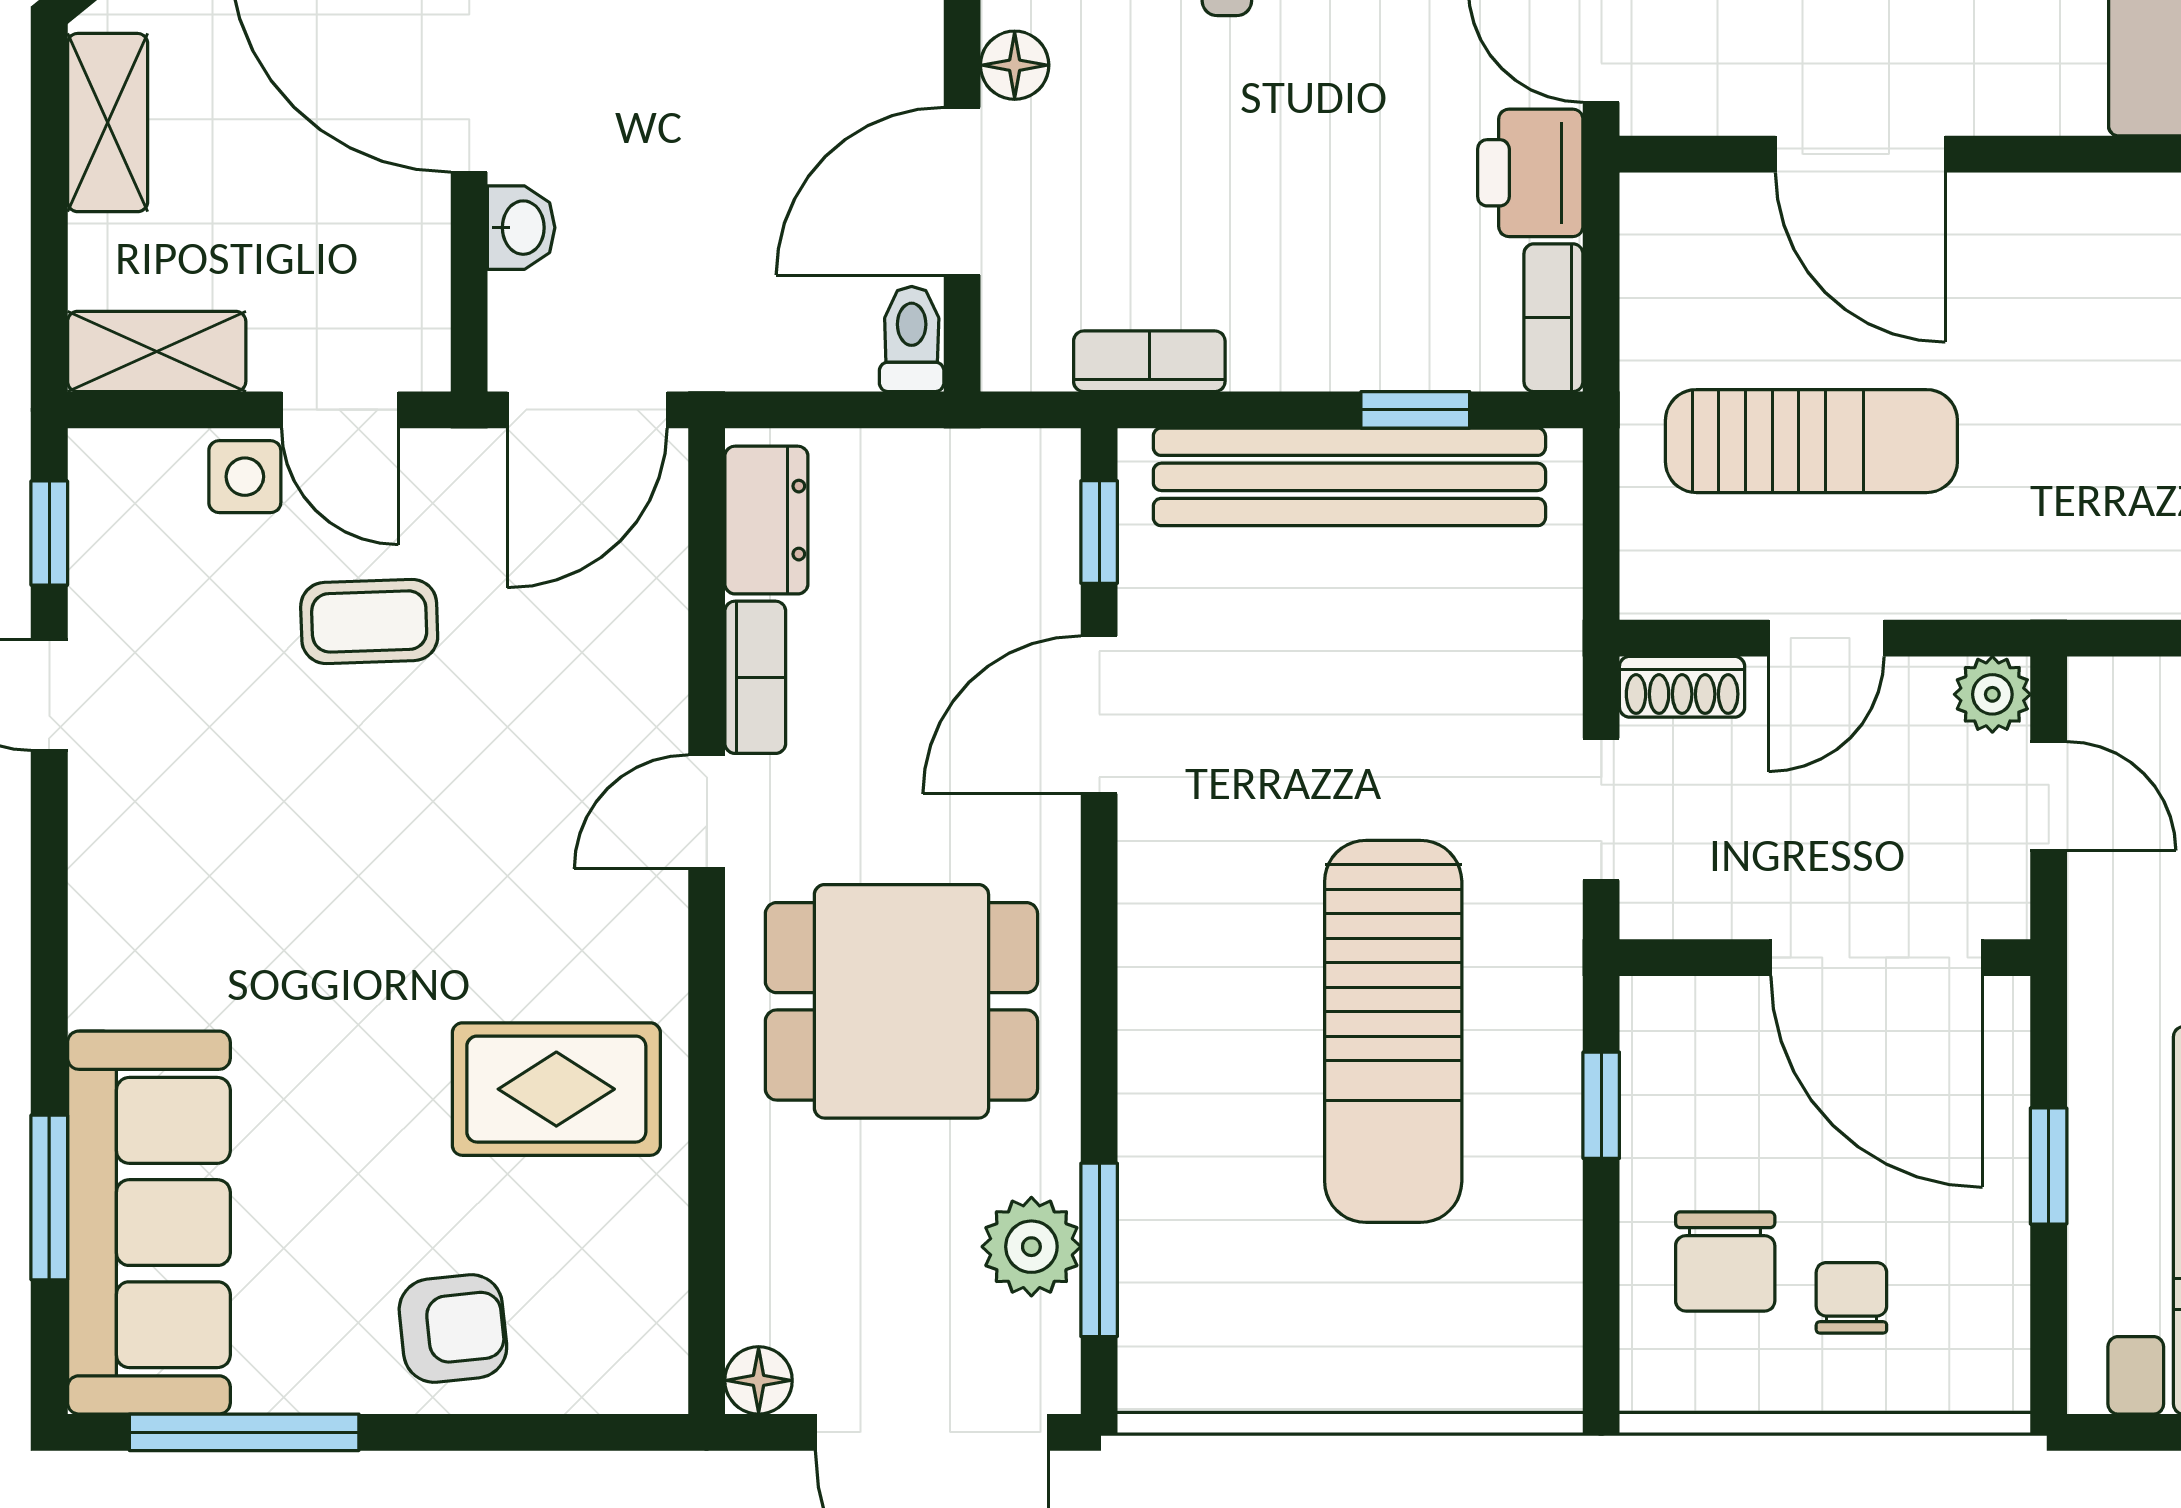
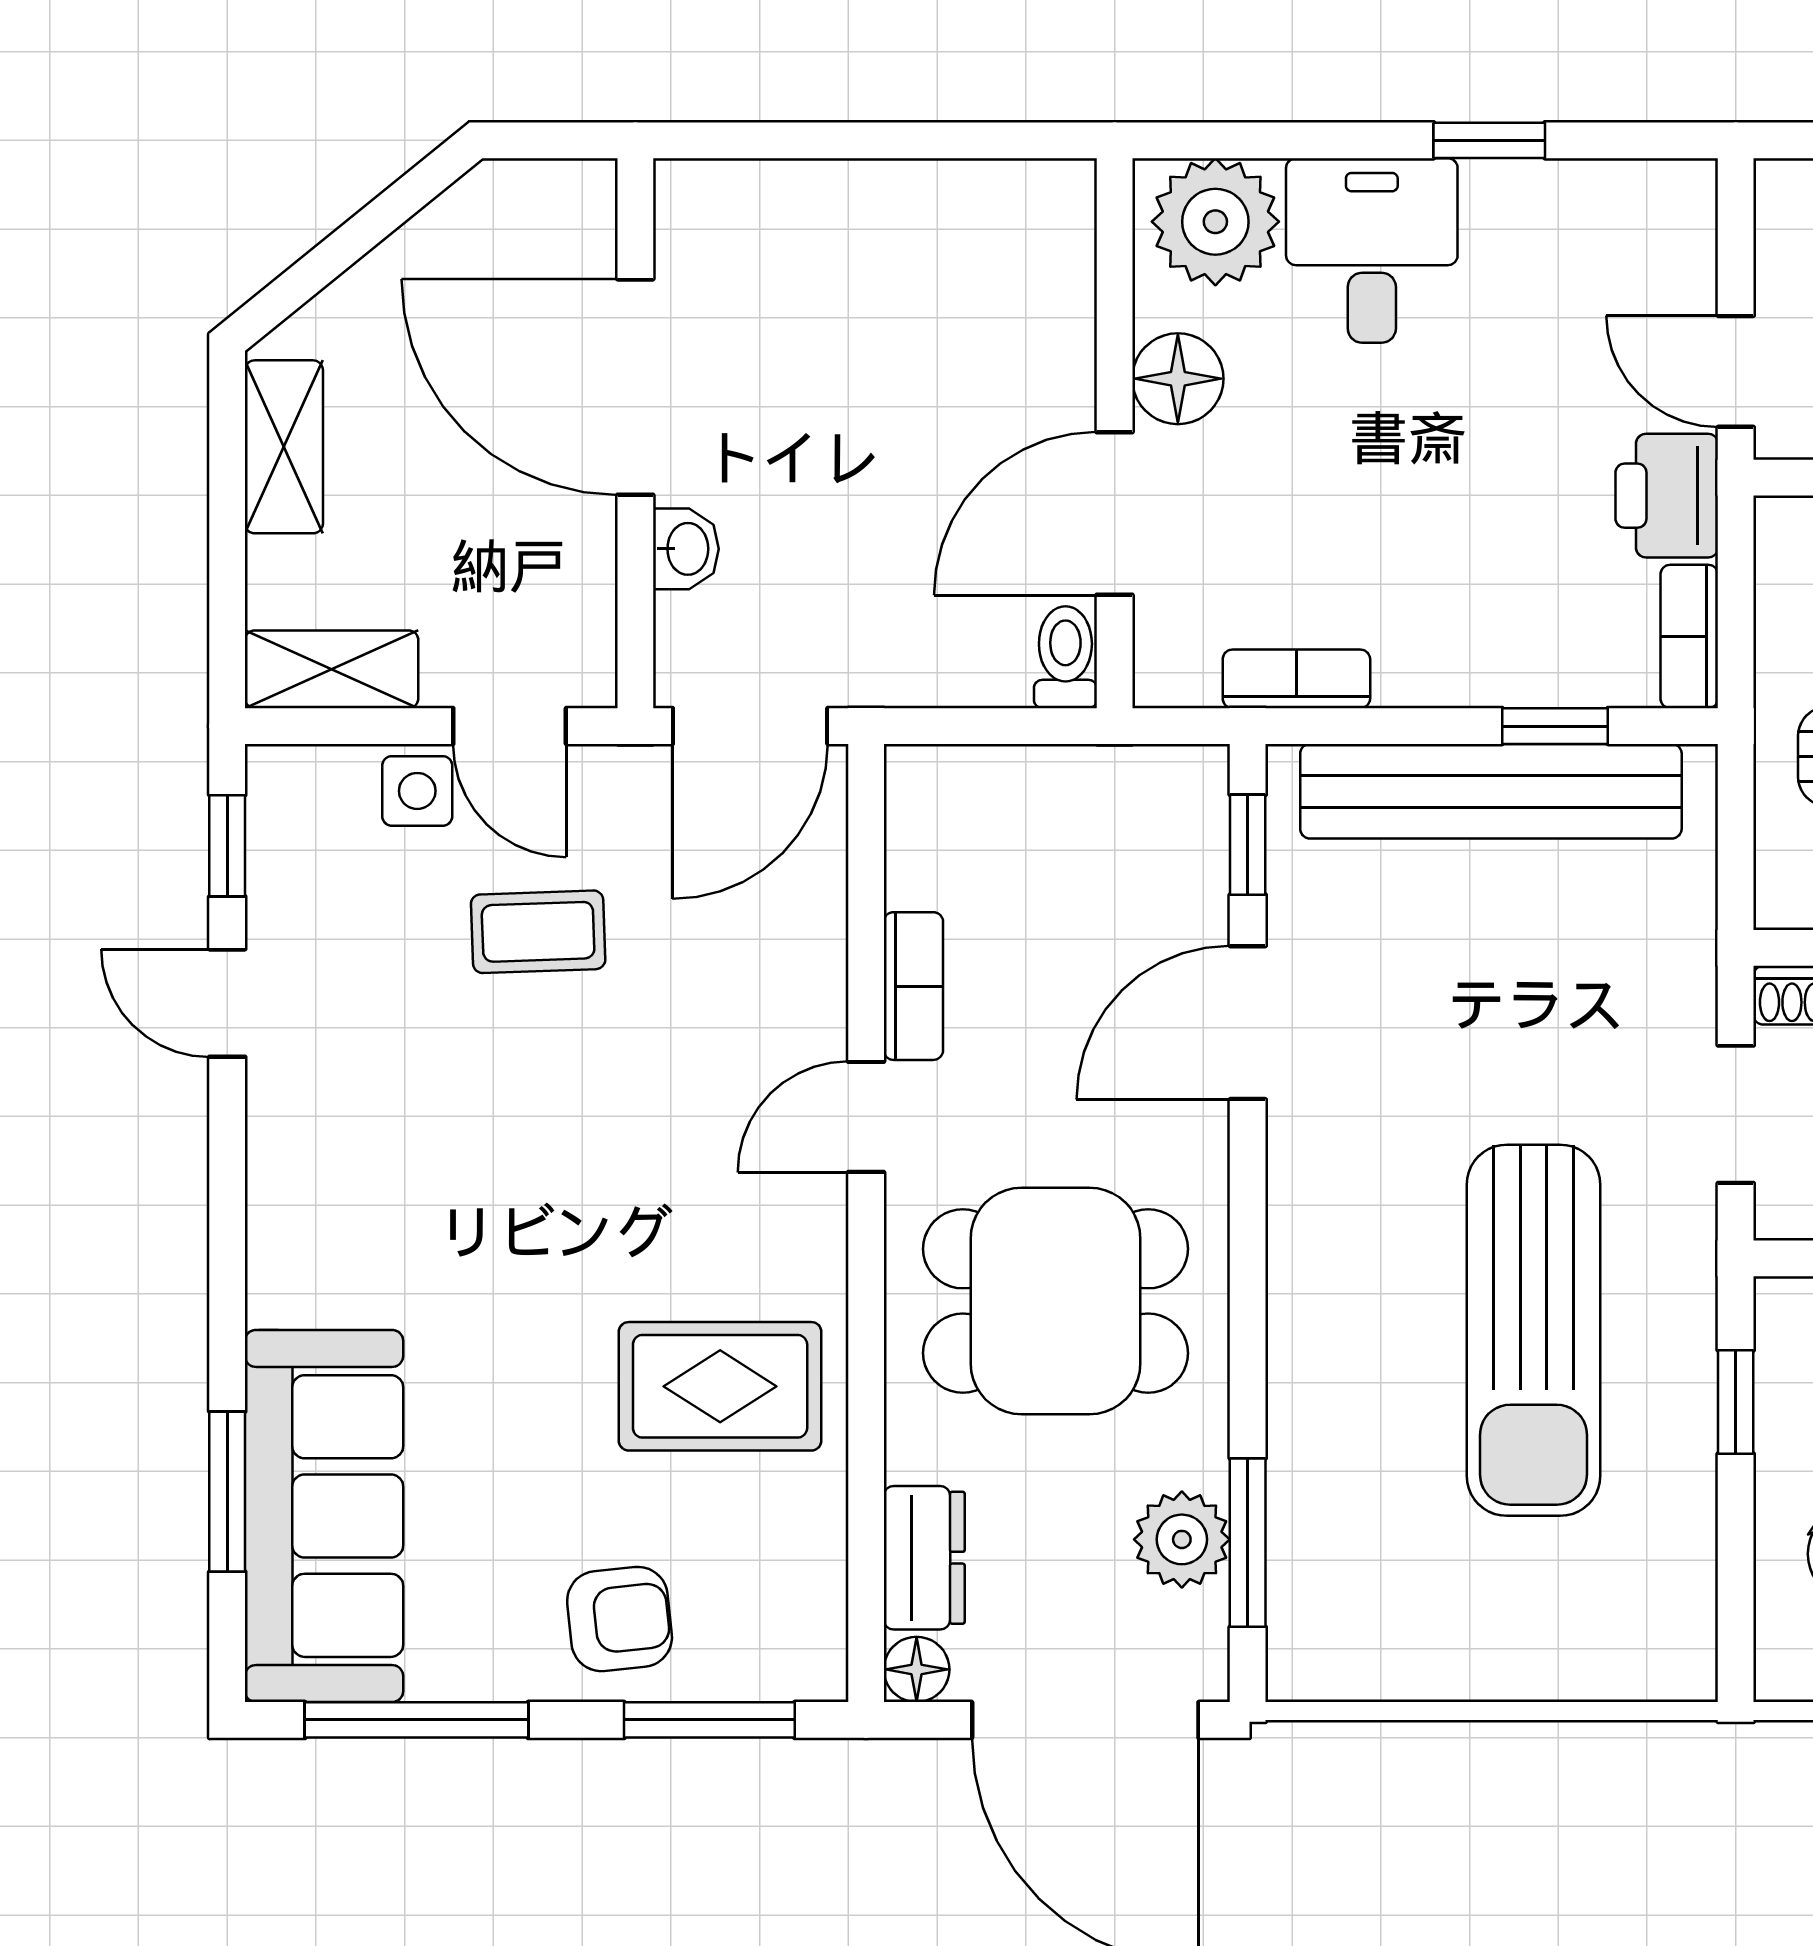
floor lamp: (1015, 65) -> (1178, 379), width x1.37, depth x1.37
dresser: (766, 520) -> (924, 1558), moved
window: (545, 1432) -> (709, 1720), added

